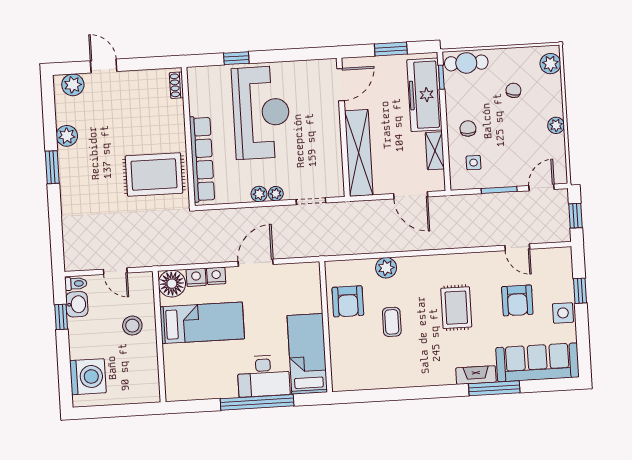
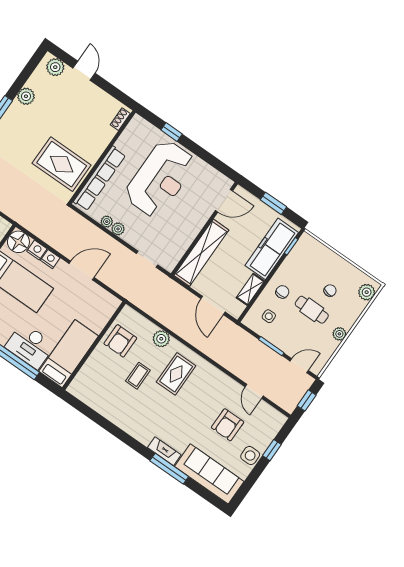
cafe table: (466, 63) -> (312, 310), moved
plant: (276, 194) -> (107, 222), moved
rug: (456, 308) -> (176, 374), moved

